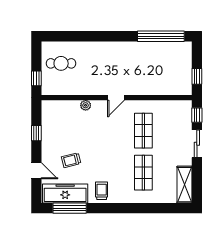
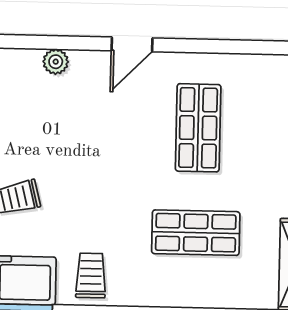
shop shelf: (143, 173) -> (196, 233), turned 90

